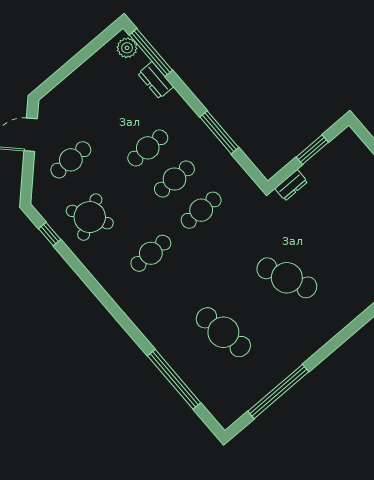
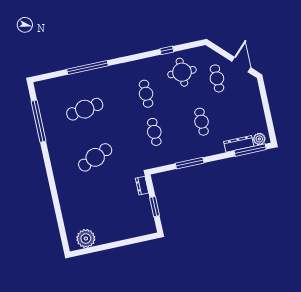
dresser: (156, 80) -> (239, 144), width x1.44
cafe table: (174, 179) -> (178, 127), removed
round table: (90, 217) -> (182, 72), turned 30
window: (50, 234) -> (167, 50), moved
window: (174, 379) -> (88, 67), moved

